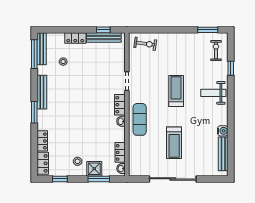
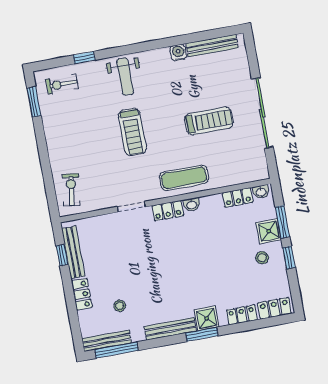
treadmill: (176, 91) -> (132, 132), turned -90
shower: (44, 117) -> (207, 318), added
window: (60, 179) -> (289, 257), moved

